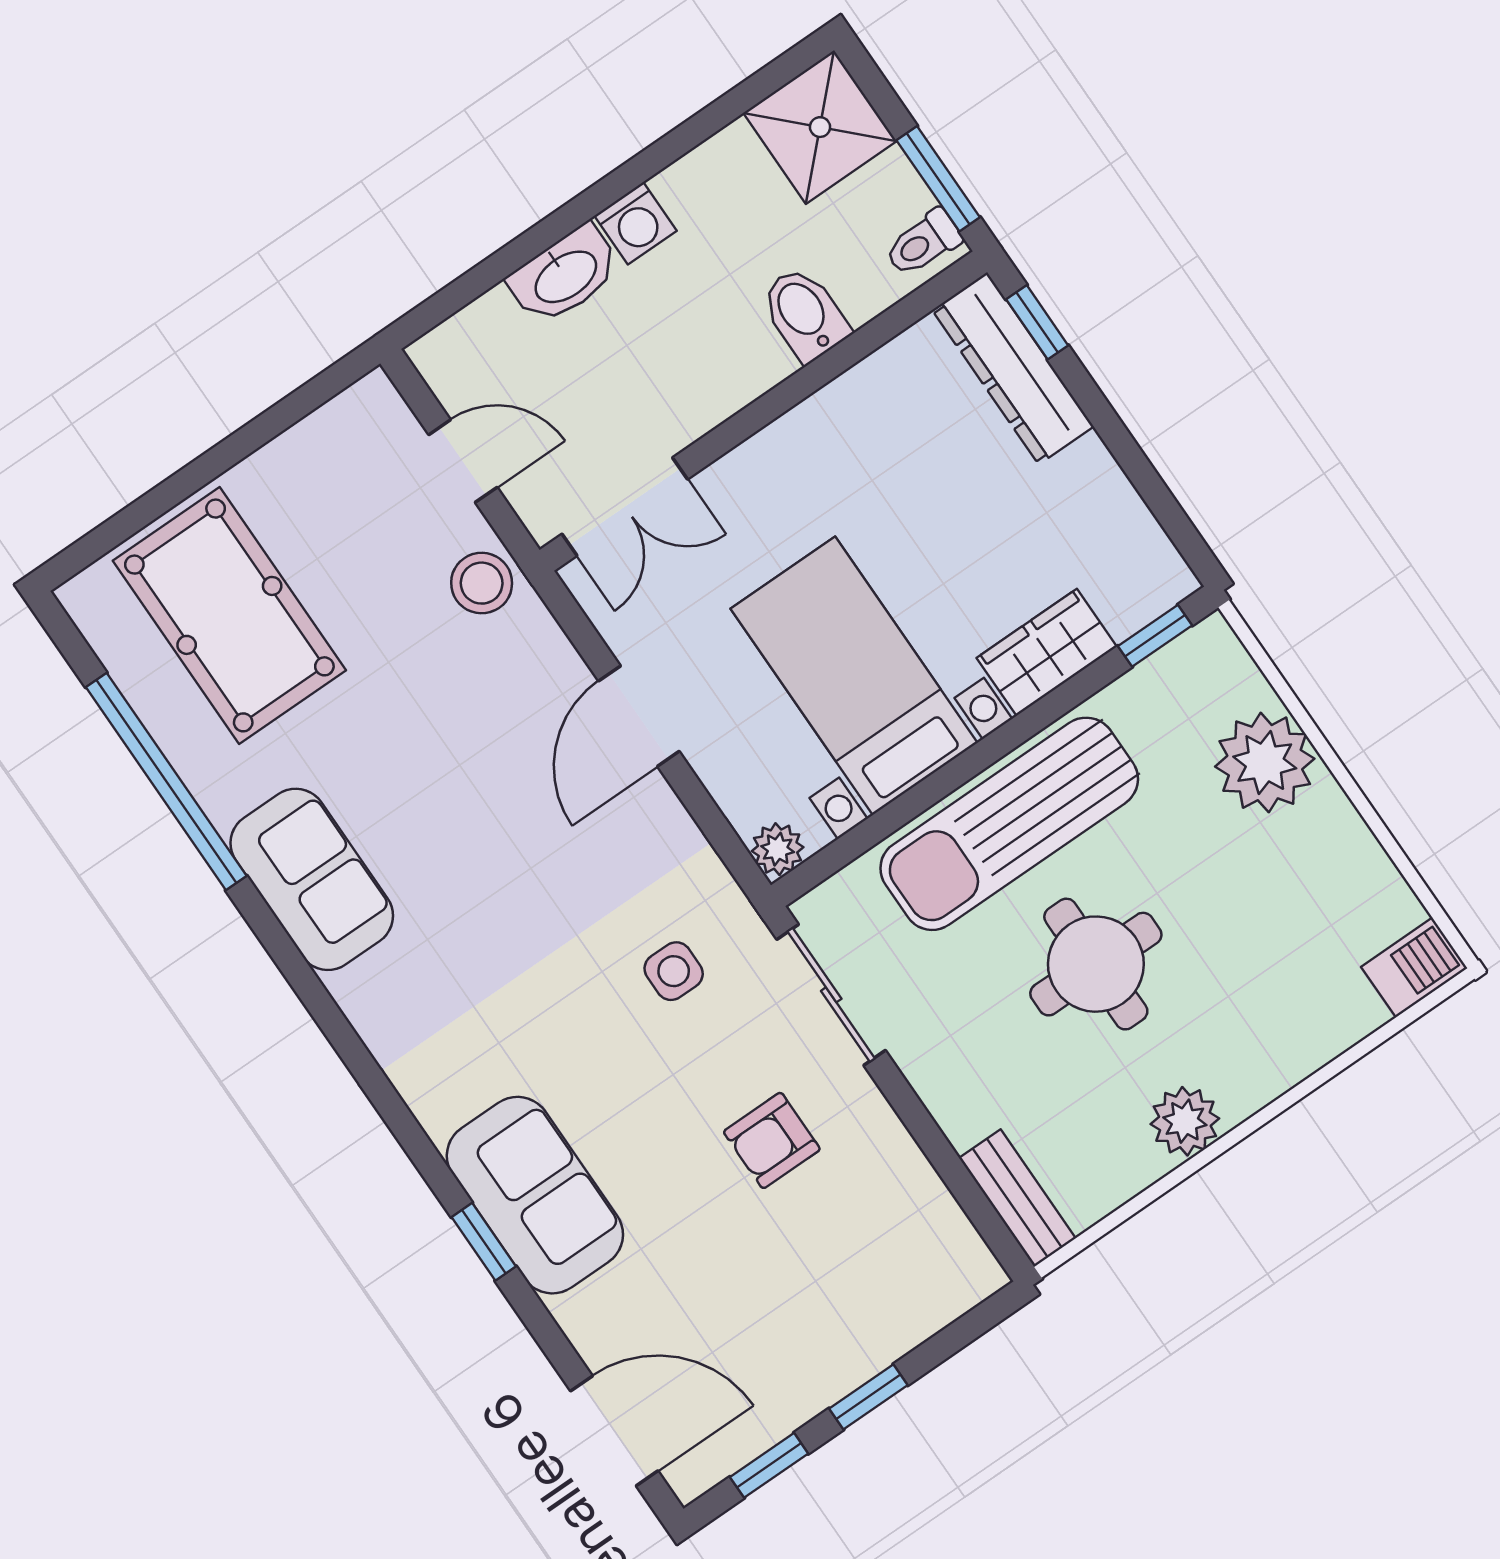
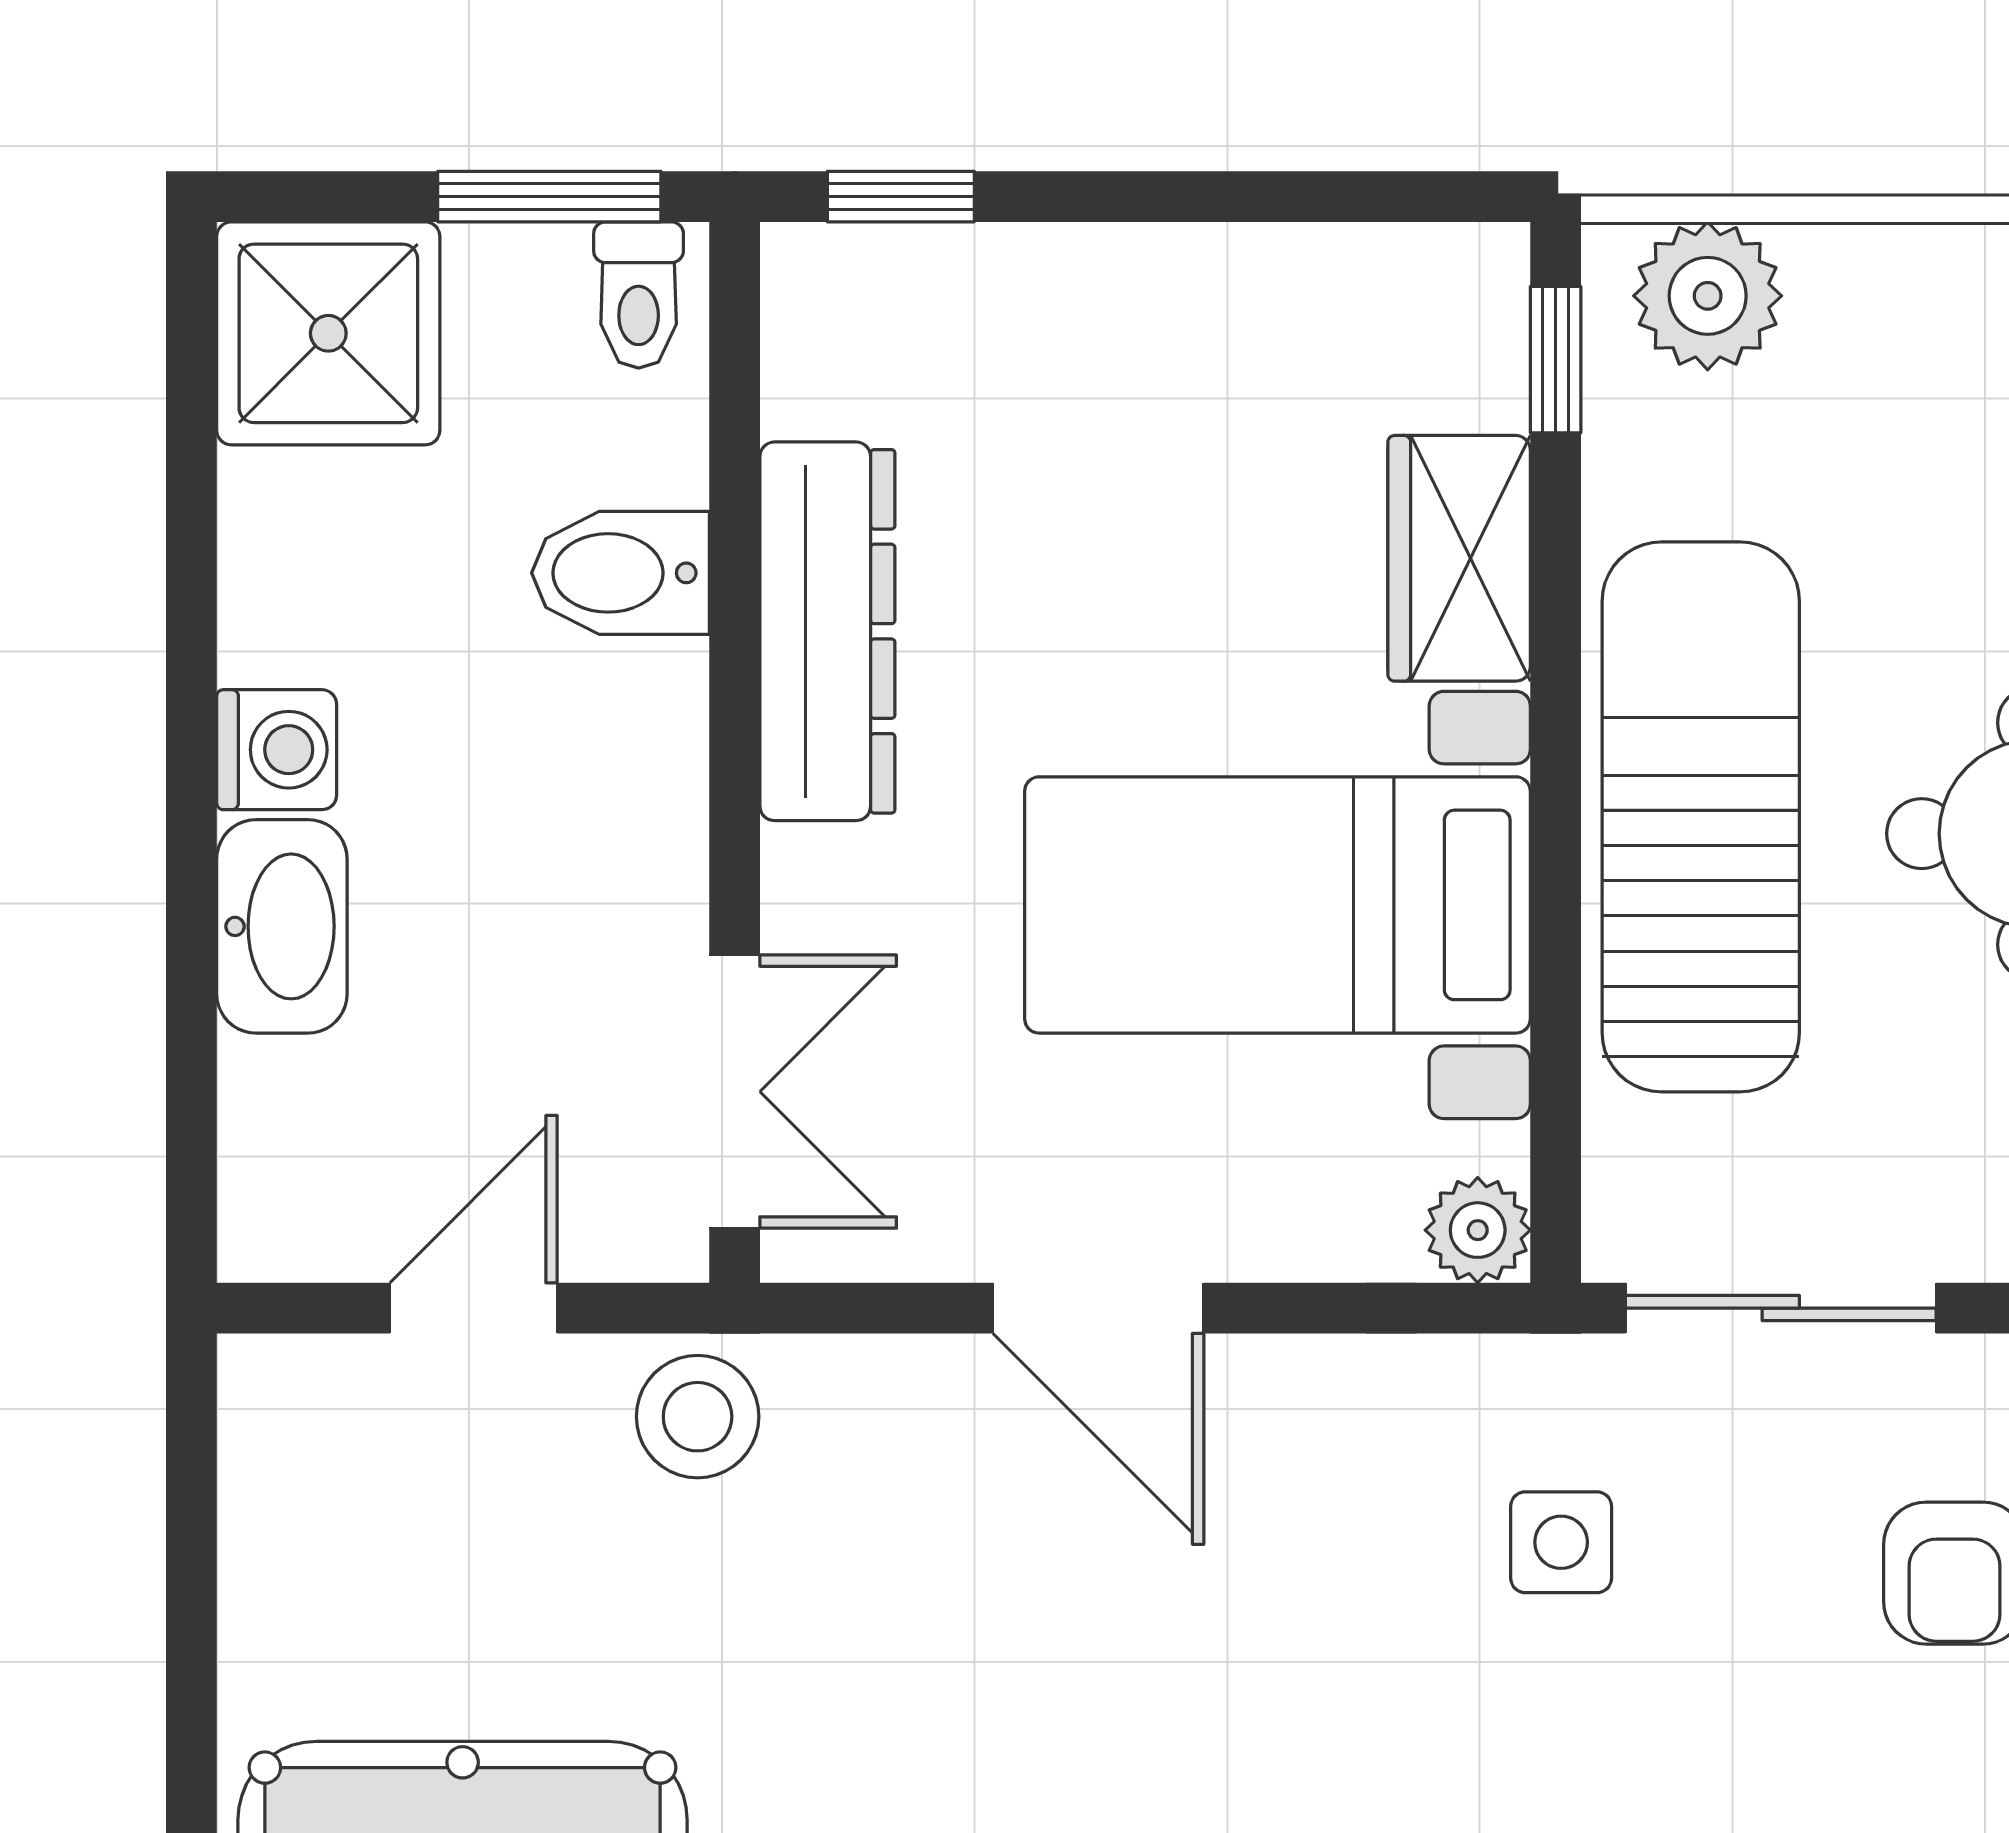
dresser: (1013, 368) -> (827, 631), moved, turned -90
plant: (1265, 763) -> (1708, 296), moved, width x0.73, depth x0.73
sun lounger: (1009, 824) -> (1701, 817), turned 180

